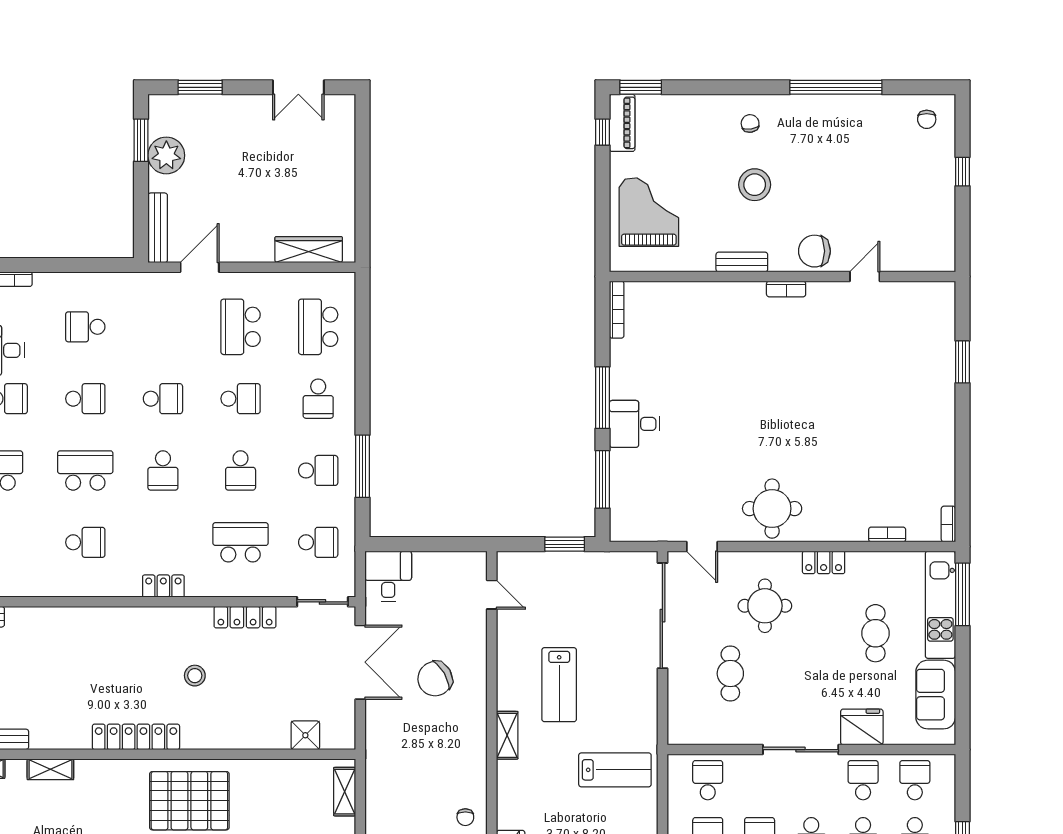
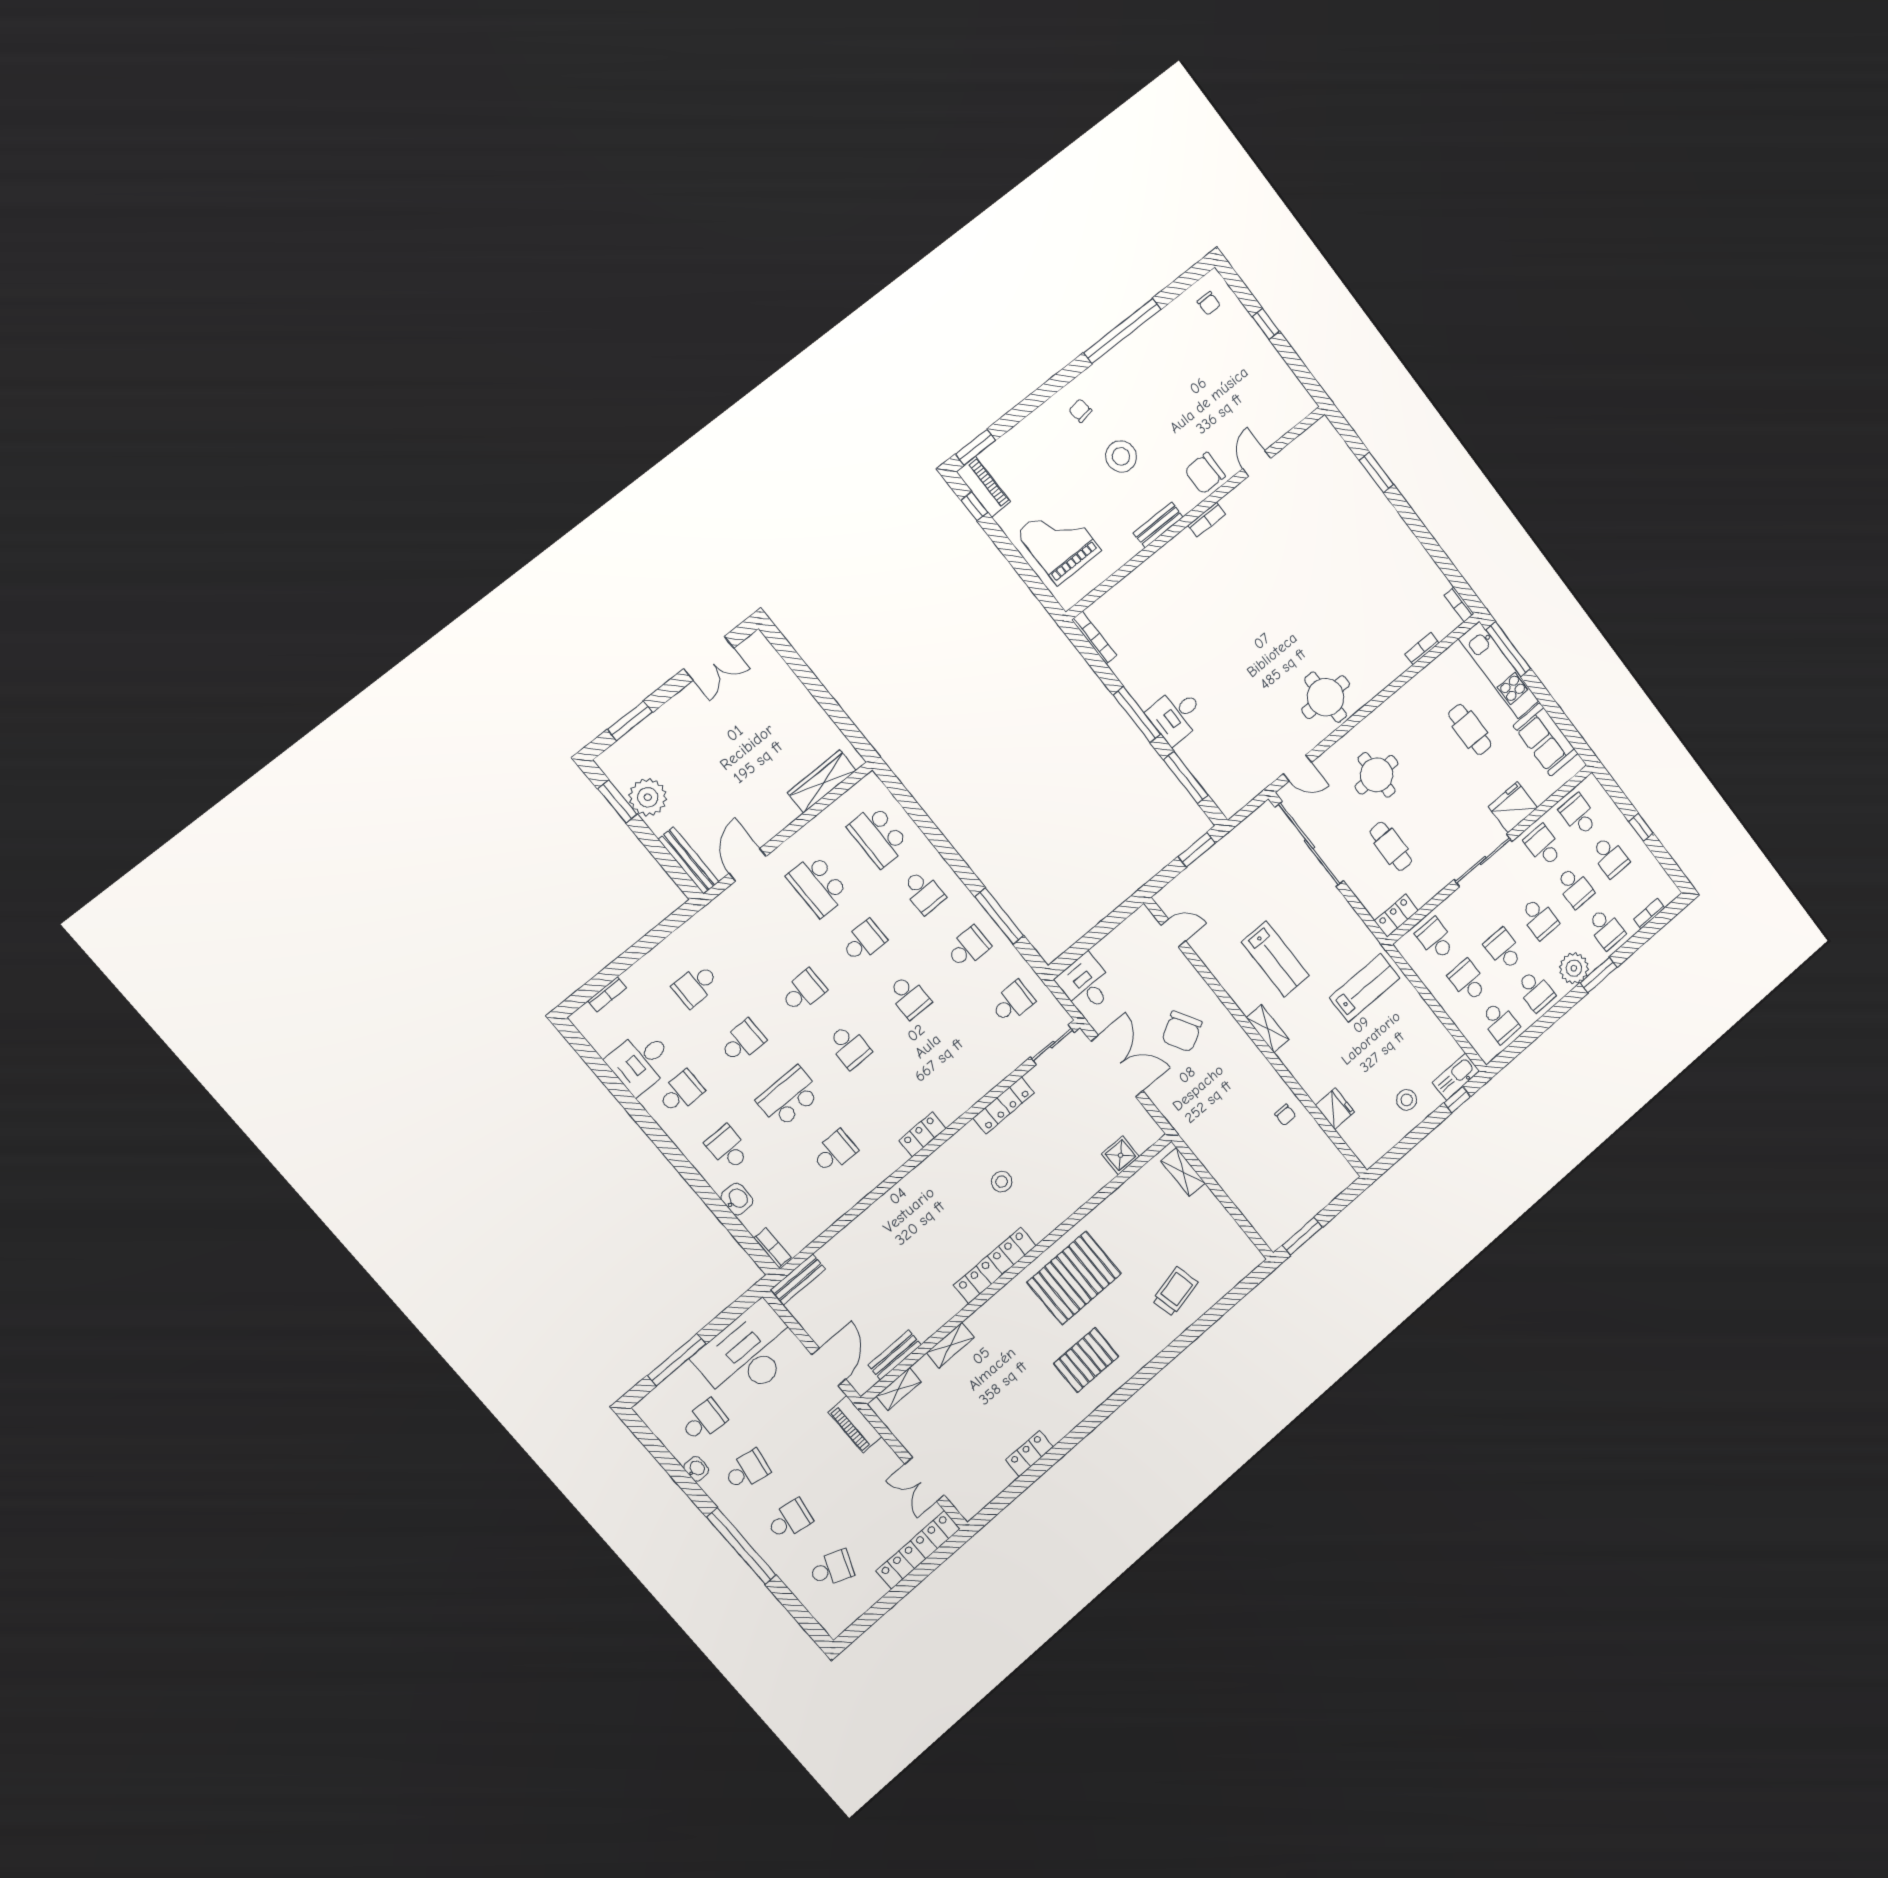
school desk: (241, 542) -> (954, 1052), removed
locker: (824, 562) -> (1396, 916), moved, turned 180

